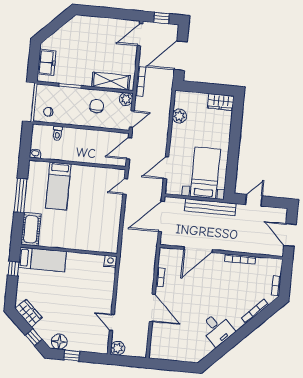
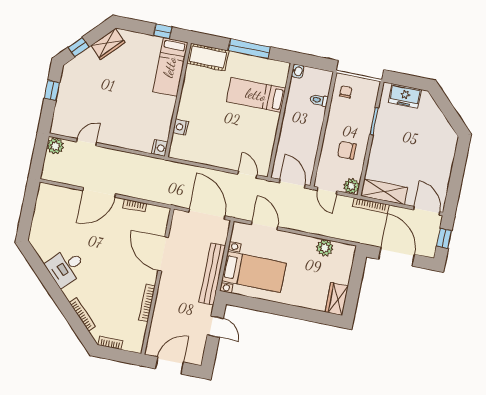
shelving: (111, 81) -> (384, 192), moved, turned 90
chair: (97, 106) -> (347, 150), turned 180
nightstand: (91, 246) -> (181, 127), added
floor lamp: (59, 342) -> (70, 77), removed

